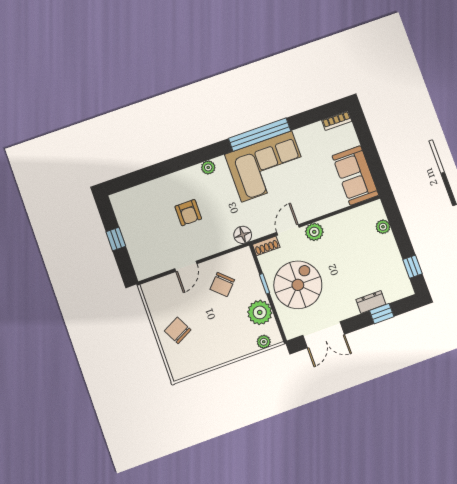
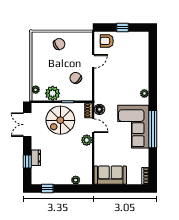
armchair: (188, 213) -> (107, 41), moved
floor lamp: (243, 235) -> (99, 109), moved
door: (186, 266) -> (93, 61), swing flipped
spiral stairs: (298, 285) -> (60, 120), turned 90

